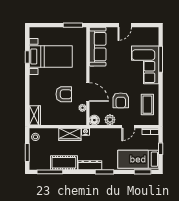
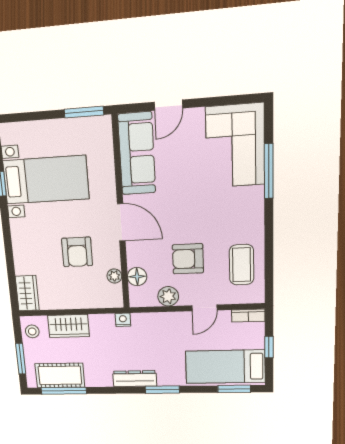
door: (125, 25) -> (168, 105), moved
corner sofa: (145, 65) -> (235, 146), moved
door: (88, 92) -> (121, 222), moved
armchair: (64, 94) -> (77, 252), turned 90
armchair: (121, 100) -> (188, 259), turned 90
floor lamp: (94, 120) -> (137, 277), moved
wardrobe: (70, 134) -> (68, 326), moved
cot: (64, 163) -> (60, 375), moved

